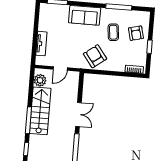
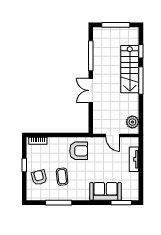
sofa: (85, 15) -> (105, 191), moved
armchair: (95, 56) -> (79, 151), turned -53
door: (60, 68) -> (113, 136), swing flipped
stairs: (40, 111) -> (130, 69), moved

